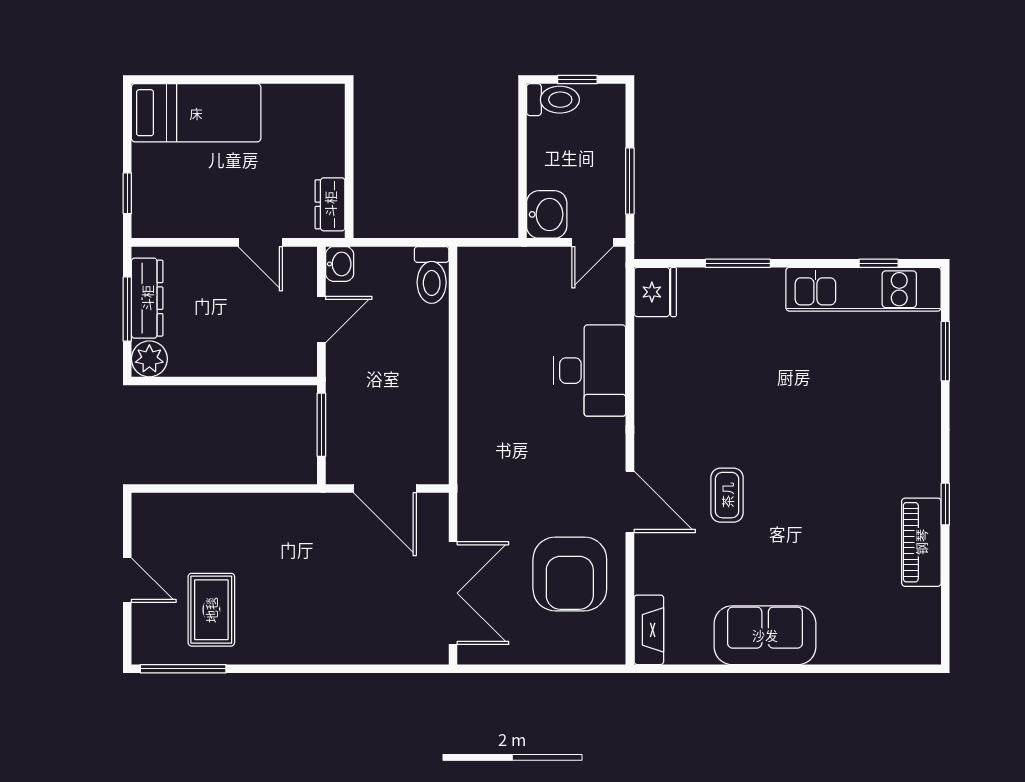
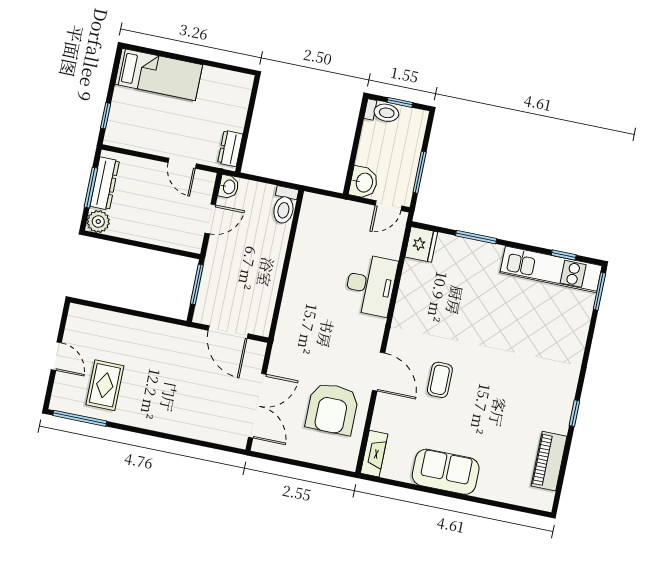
window: (945, 351) -> (599, 291), moved
piano: (921, 542) -> (549, 461), moved

